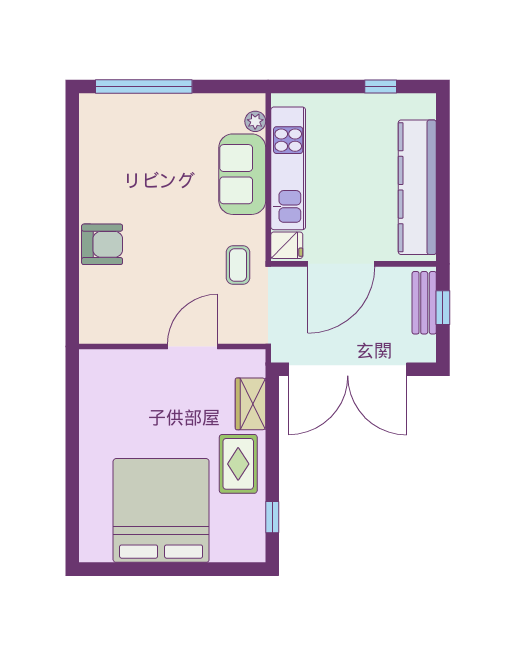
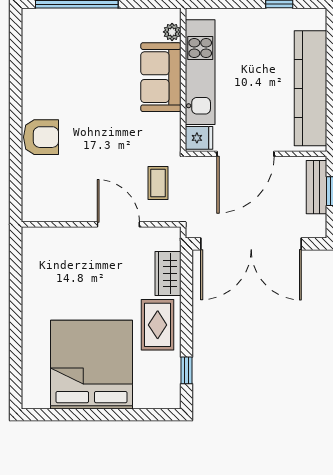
coffee table: (238, 265) -> (158, 183), moved
door: (192, 347) -> (118, 224), hinge flipped

